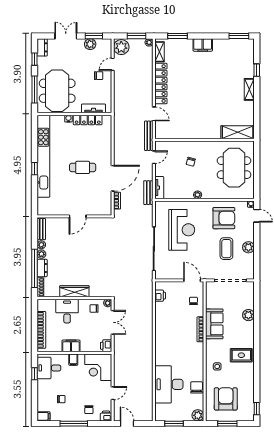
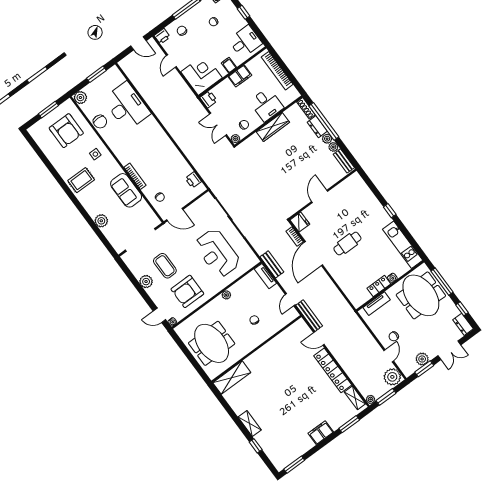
locker: (88, 120) -> (379, 286), width x0.66
kitchen unit: (43, 156) -> (403, 245), width x0.54
fridge: (106, 208) -> (300, 222), added
window: (35, 374) -> (243, 12), moved
window: (257, 409) -> (32, 143), removed

